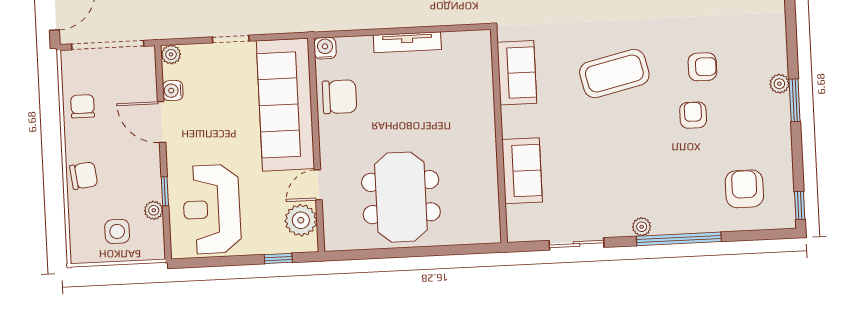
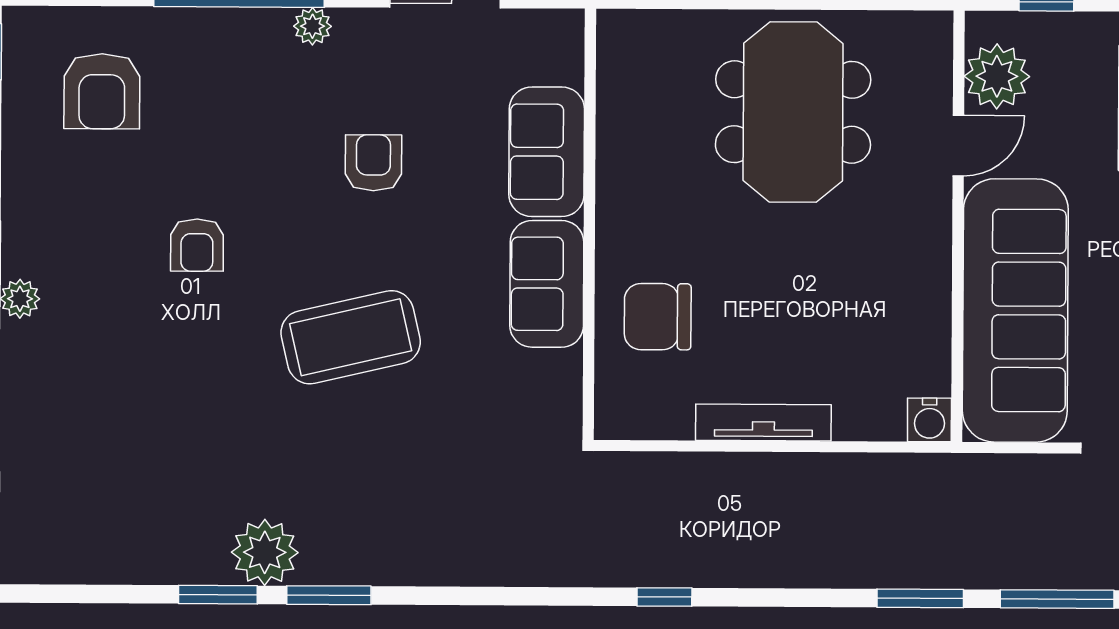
armchair: (702, 67) -> (373, 163), moved, turned 90
sofa: (517, 73) -> (547, 284), moved
chair: (339, 97) -> (658, 317), moved

